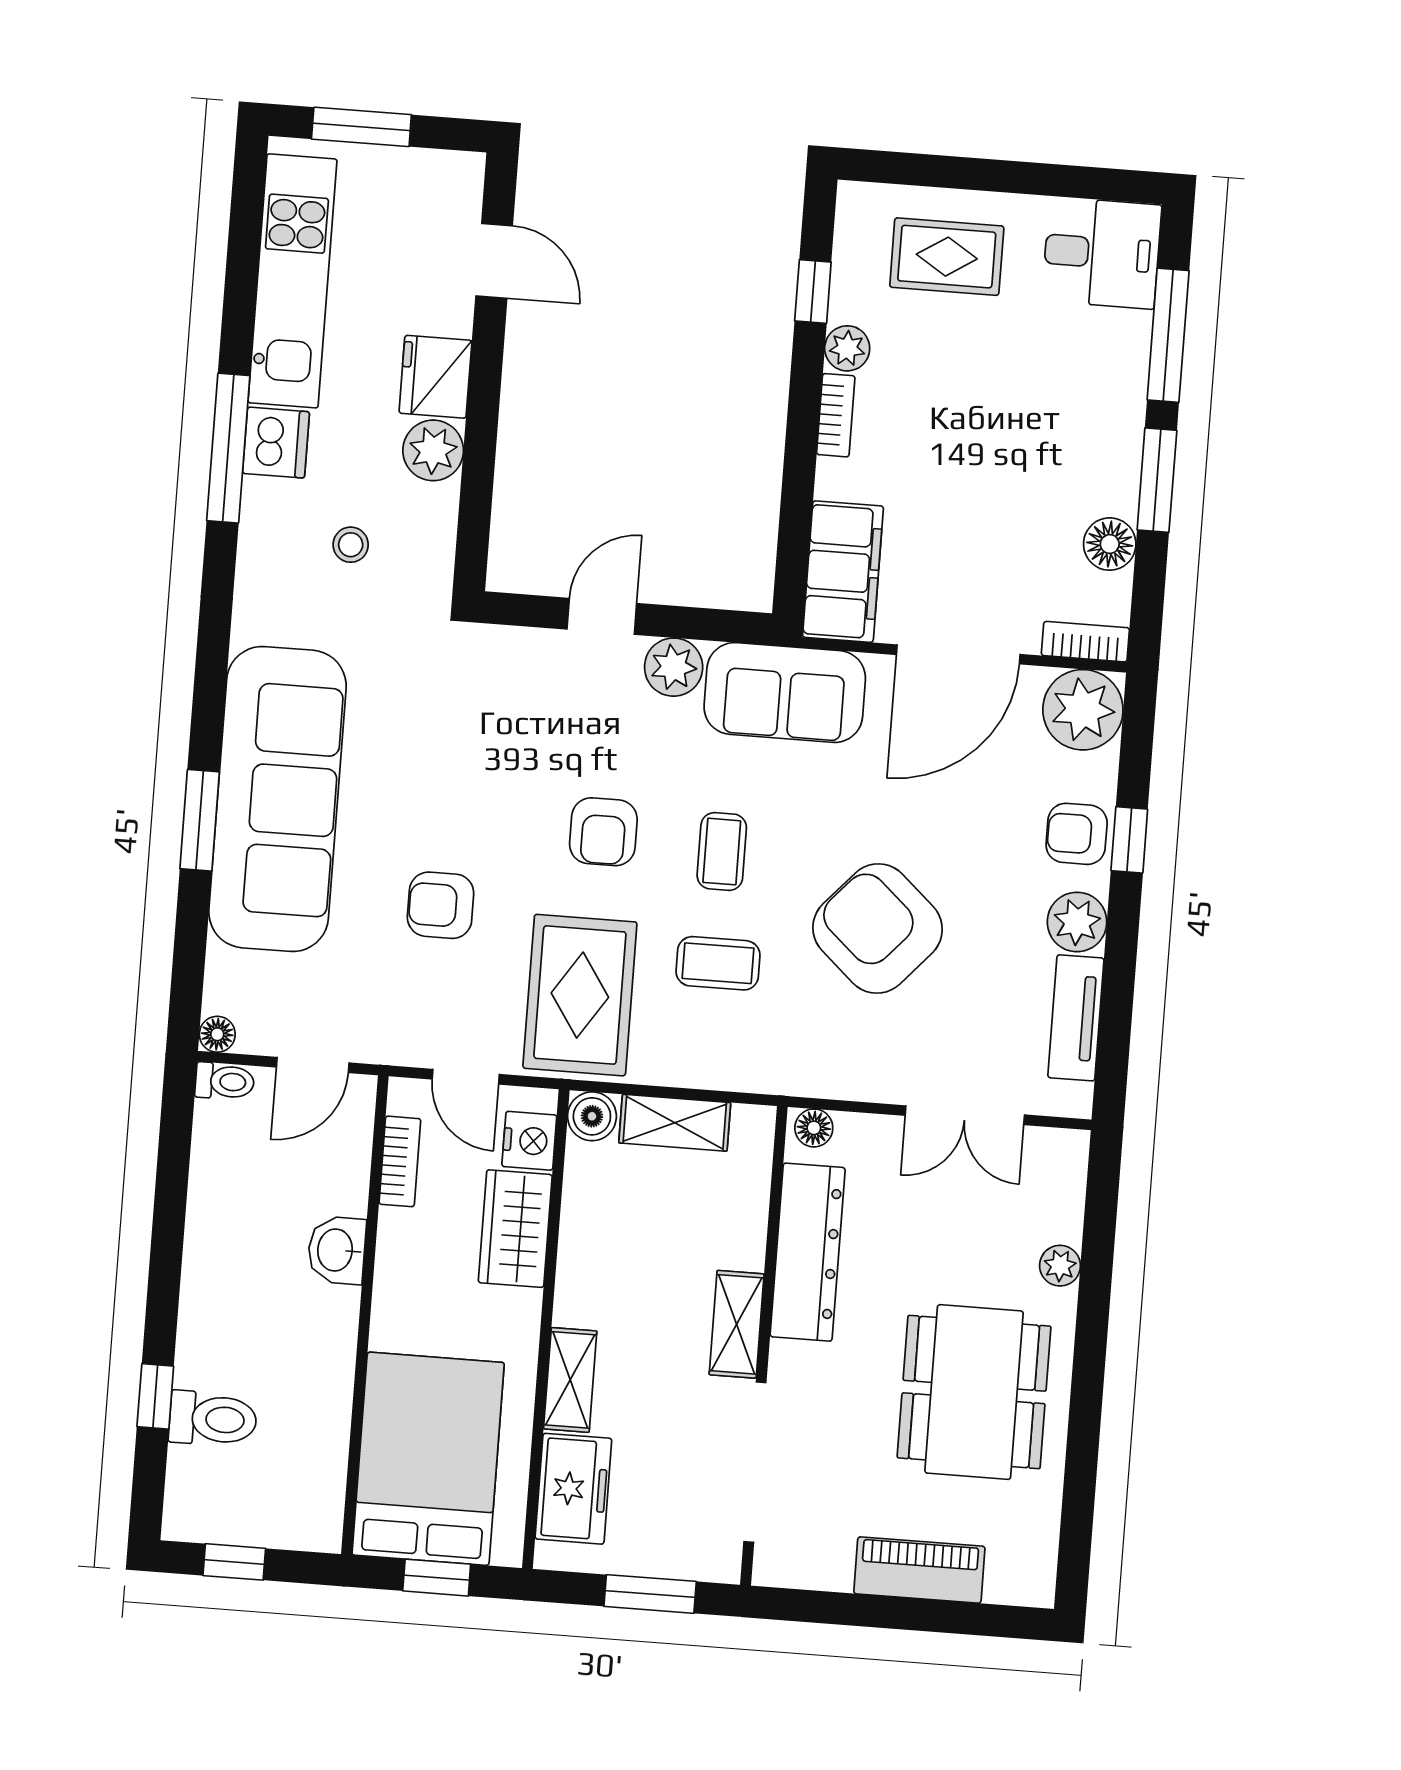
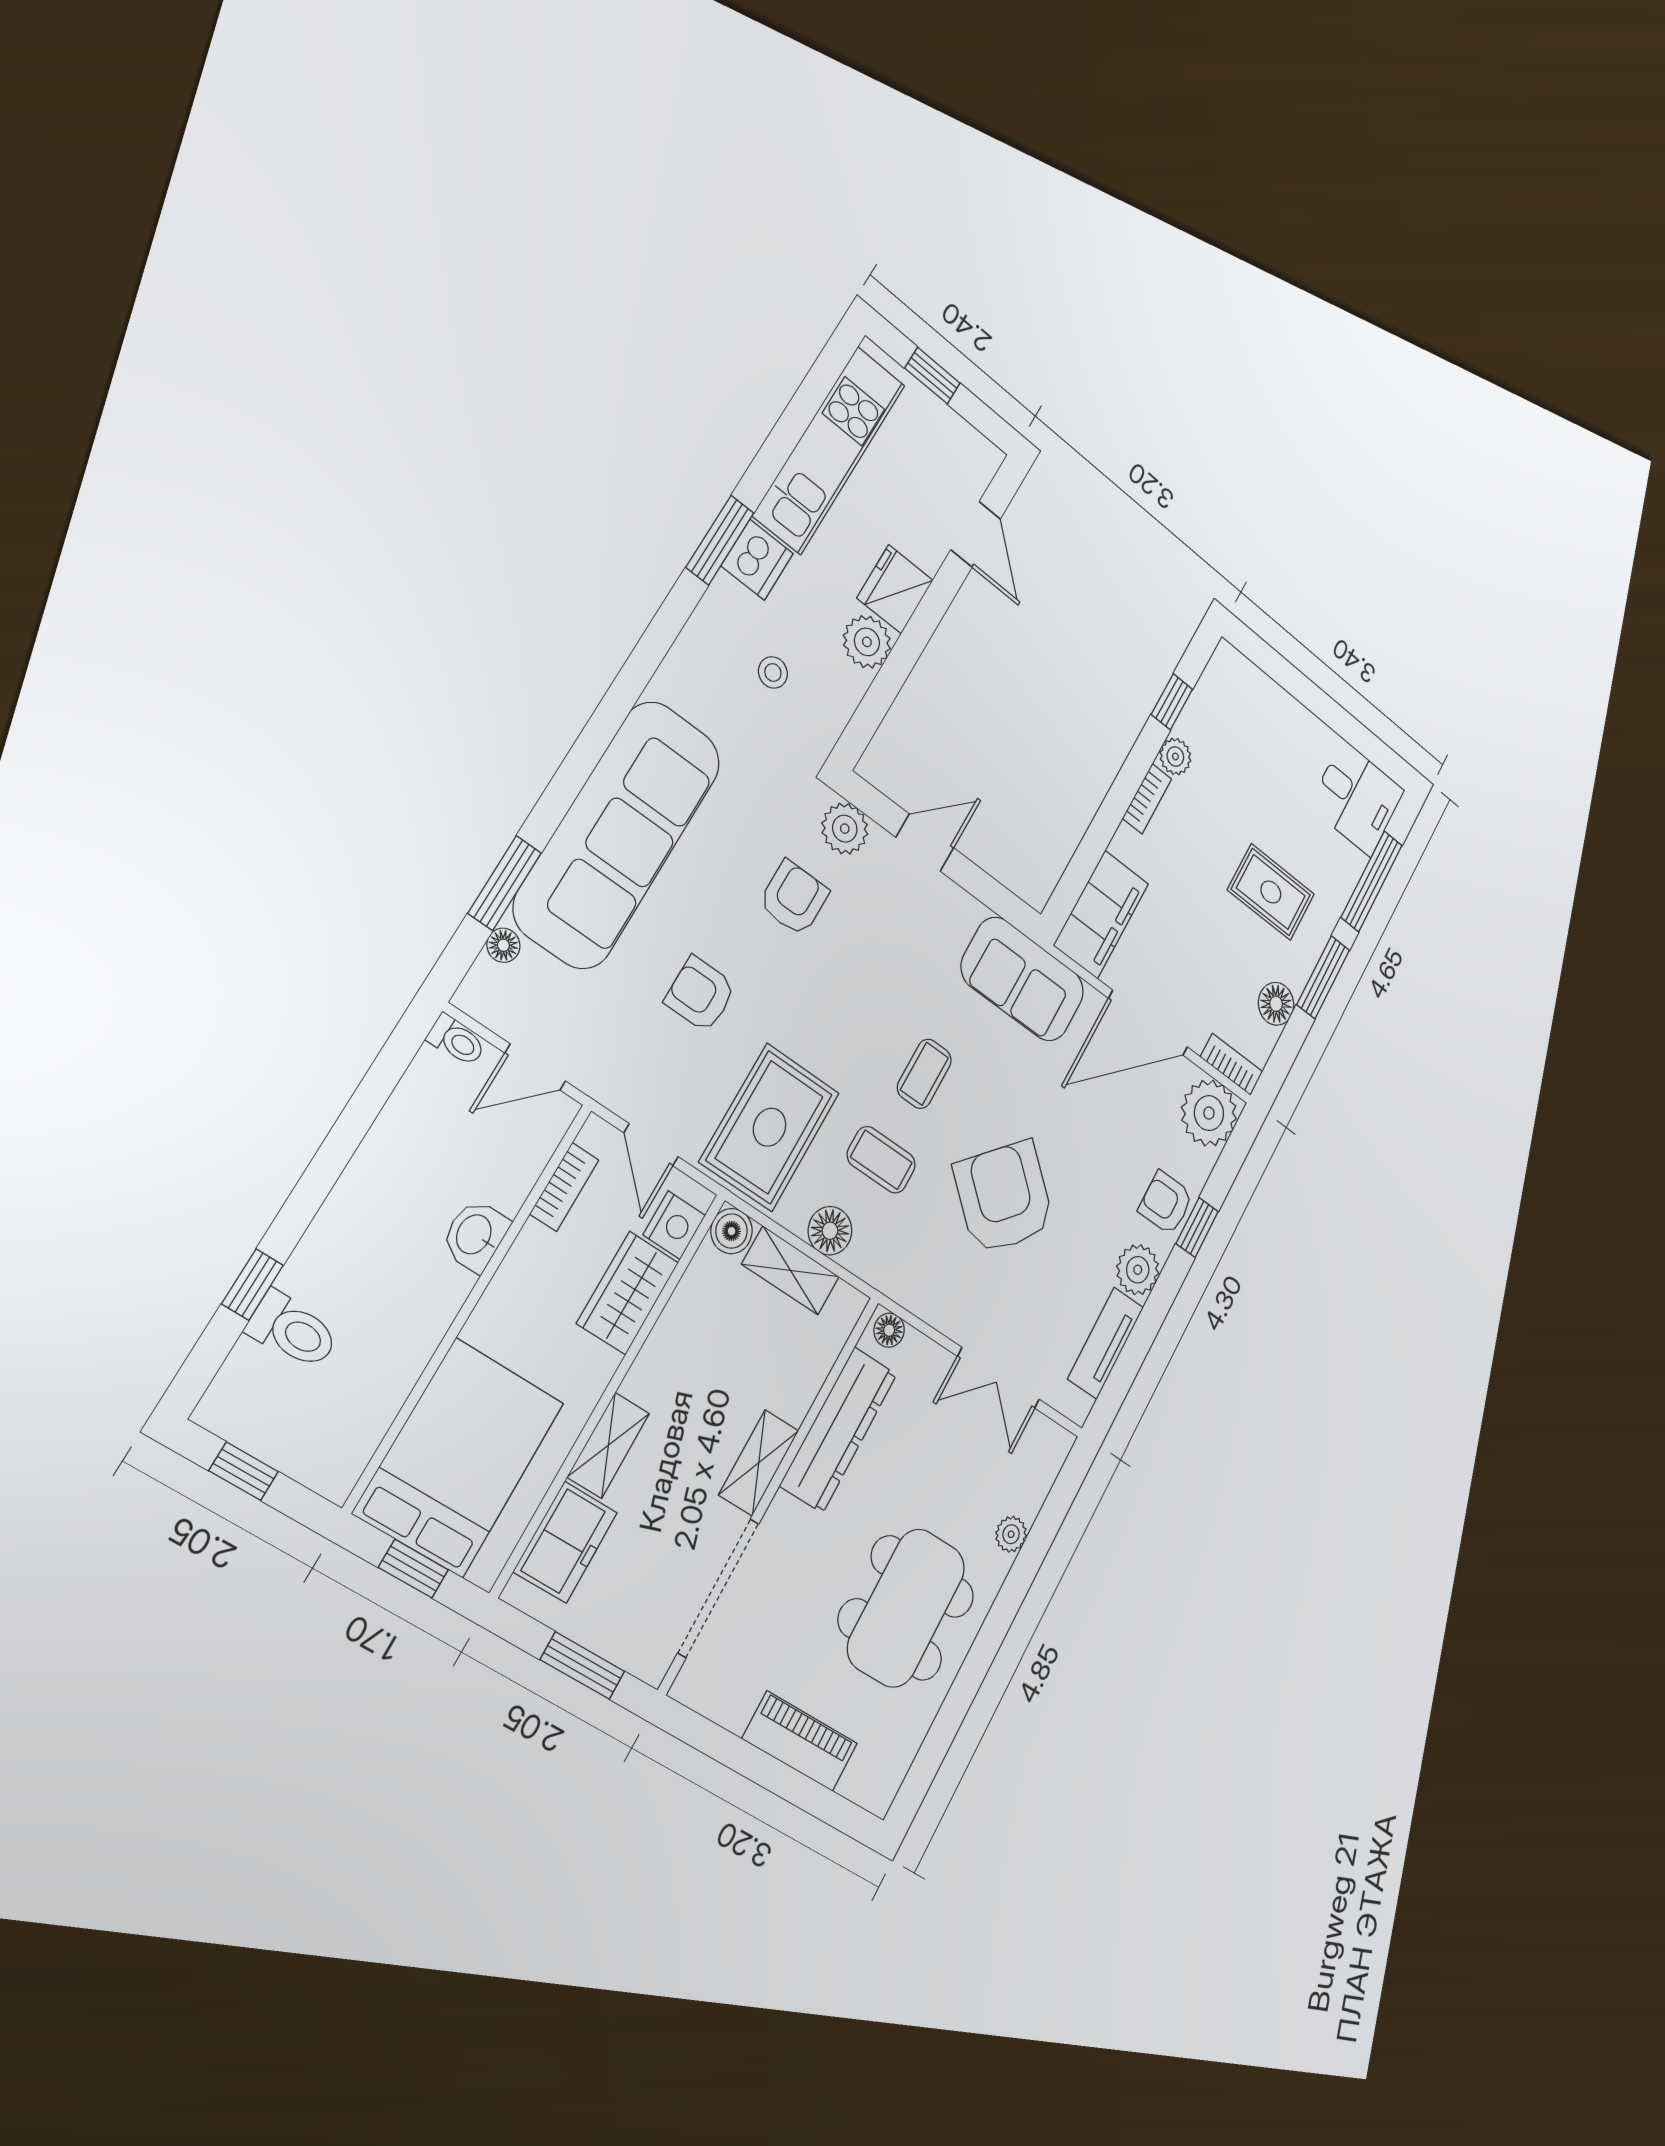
window: (361, 127) -> (932, 376), width x0.67
rug: (947, 257) -> (1271, 892), moved
window: (228, 448) -> (720, 540), width x0.69
plant: (674, 667) -> (845, 829), moved
window: (200, 820) -> (505, 883), moved
armchair: (603, 832) -> (794, 898), moved, turned 180
floor lamp: (217, 1034) -> (503, 945), moved
floor lamp: (698, 1062) -> (830, 1231), added

